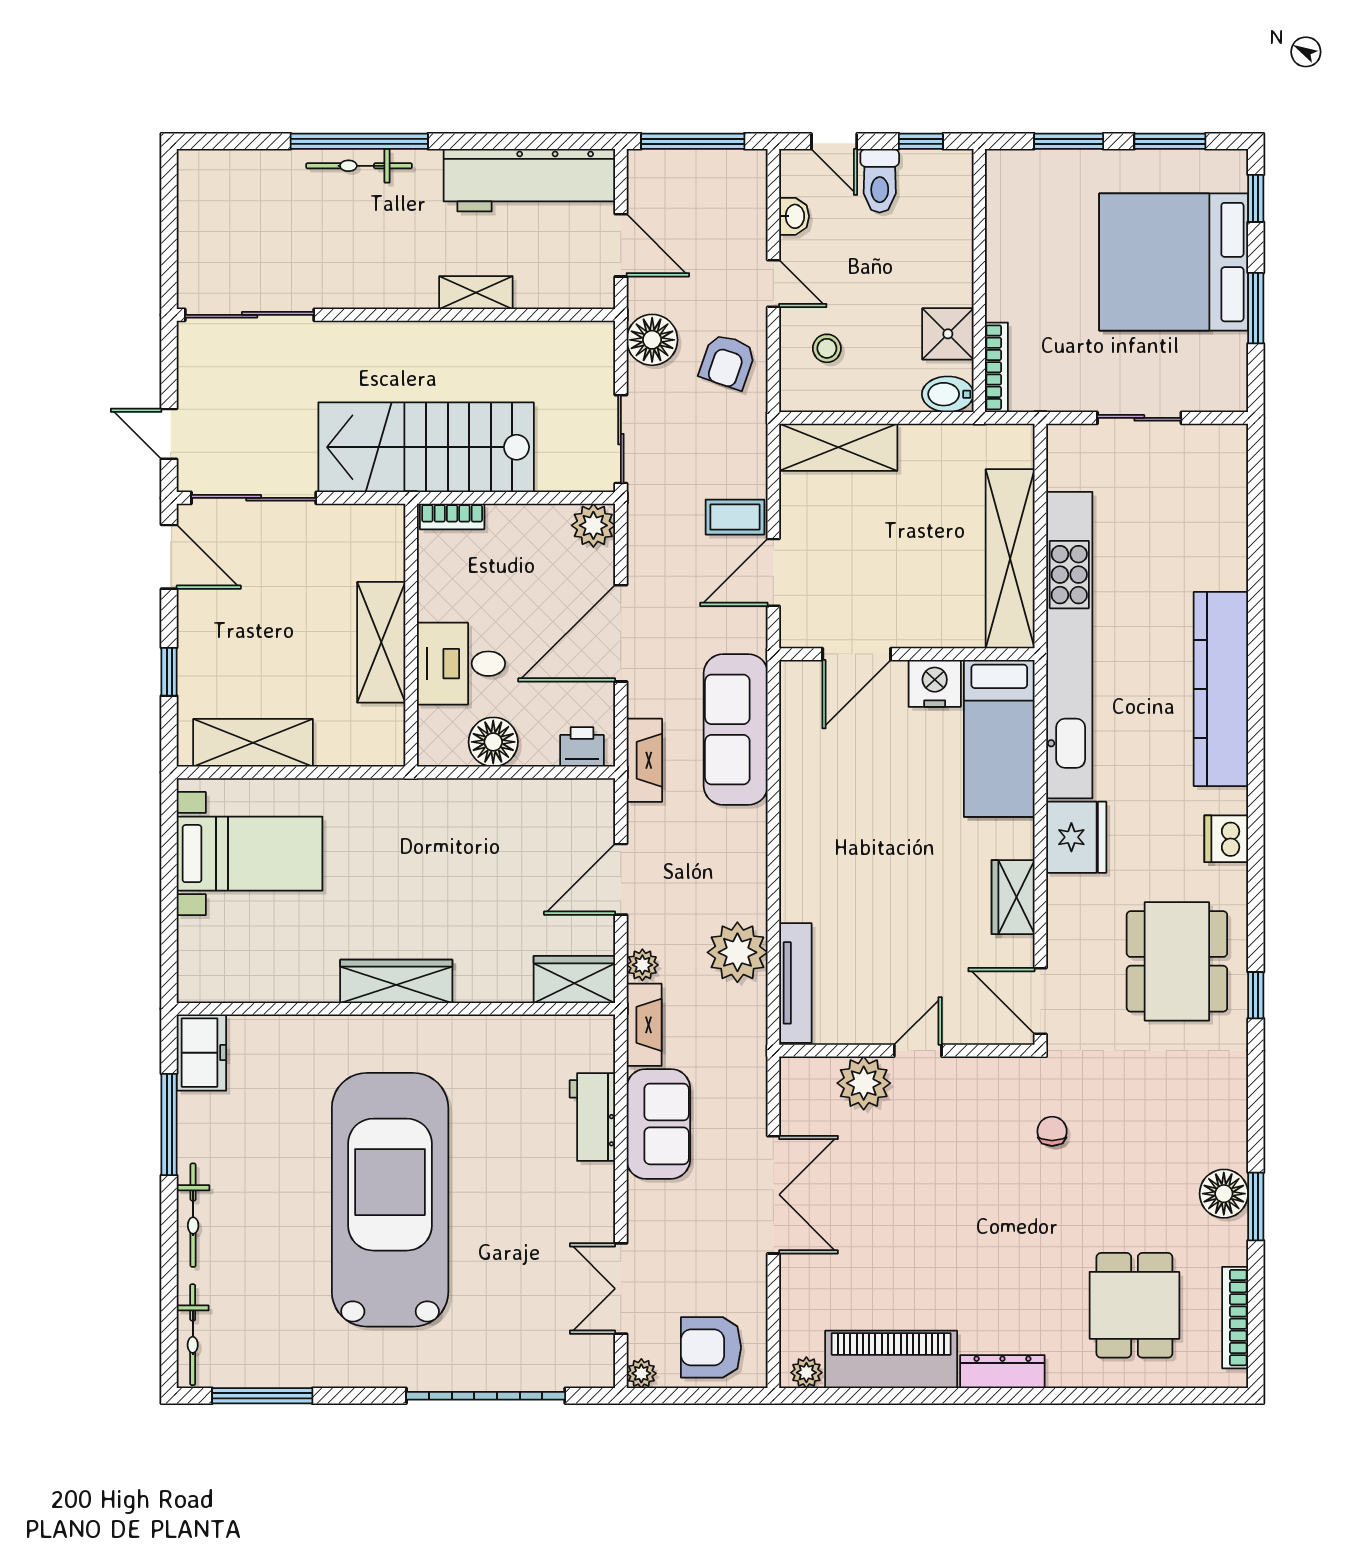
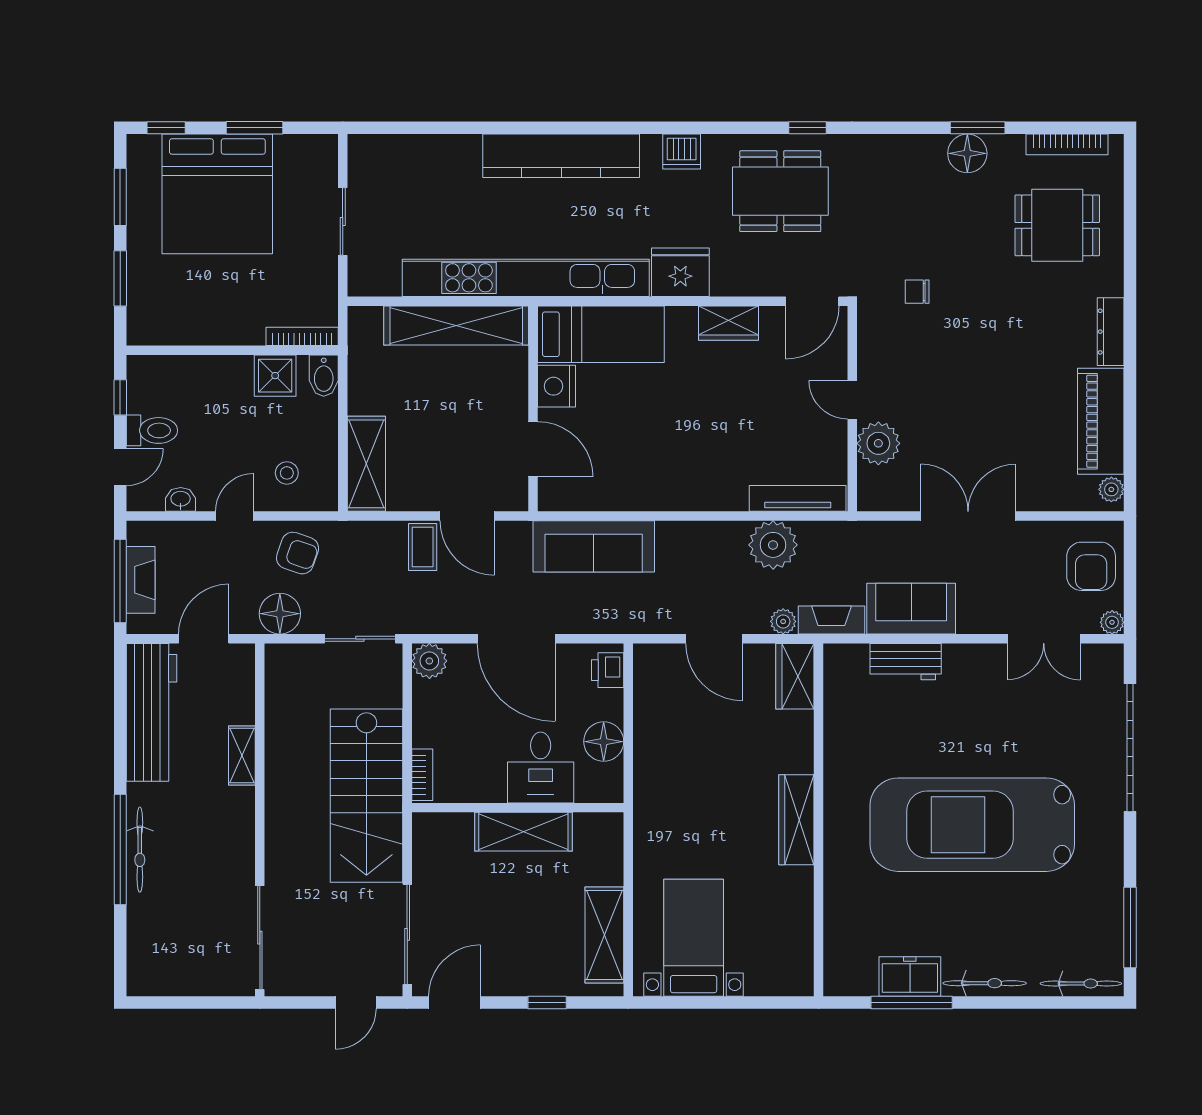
fireplace: (644, 760) -> (141, 580), moved, turned 90
freezer: (201, 1053) -> (910, 976), moved

